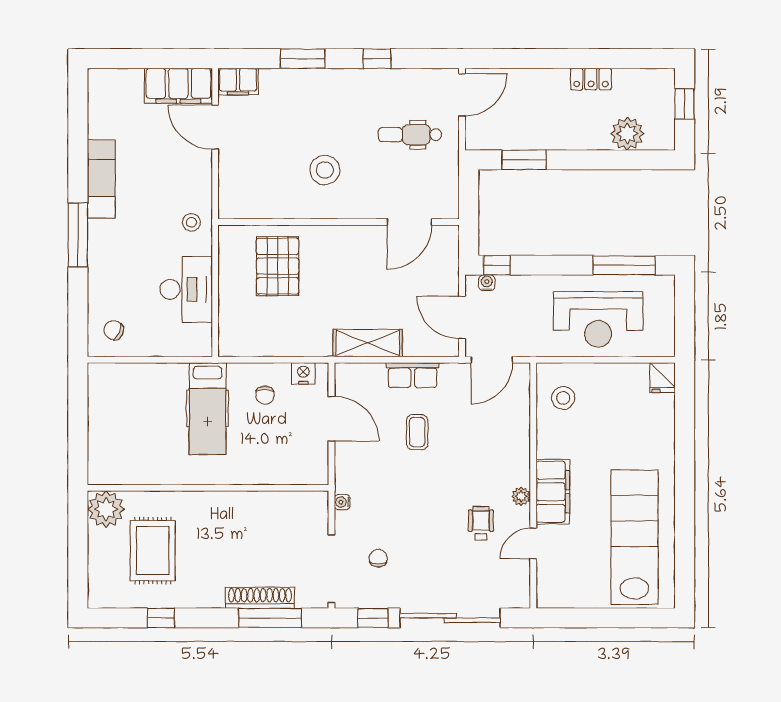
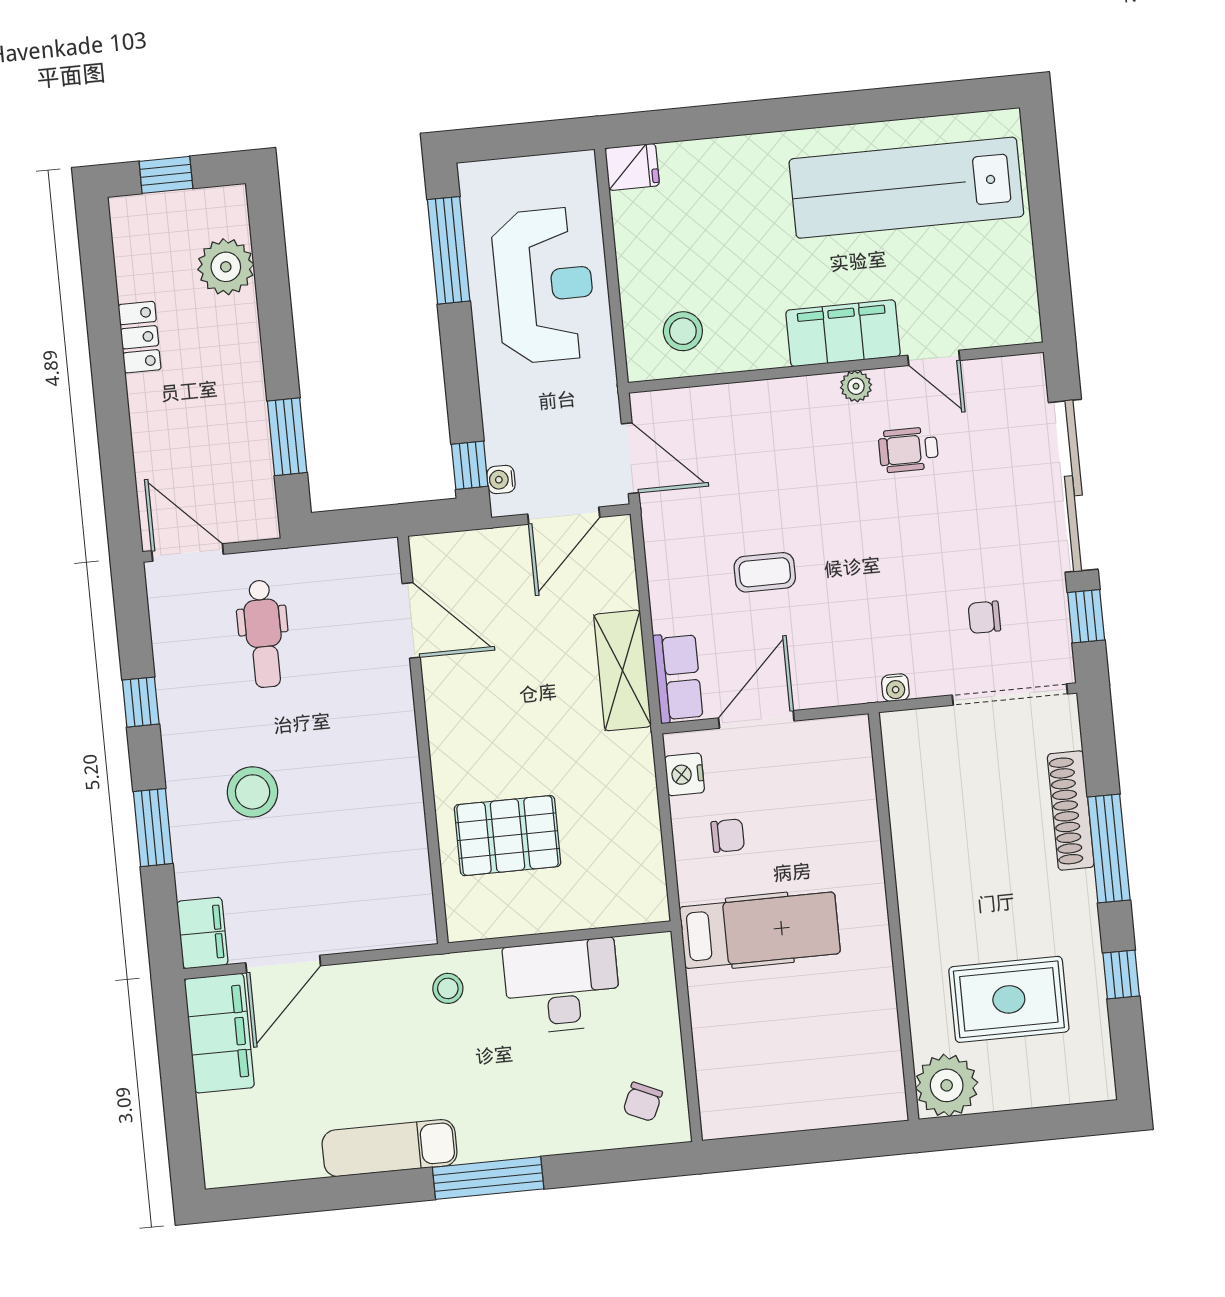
stool: (325, 170) -> (253, 792), moved
row of seats: (413, 375) -> (678, 678), moved
window: (270, 618) -> (1109, 848), moved

